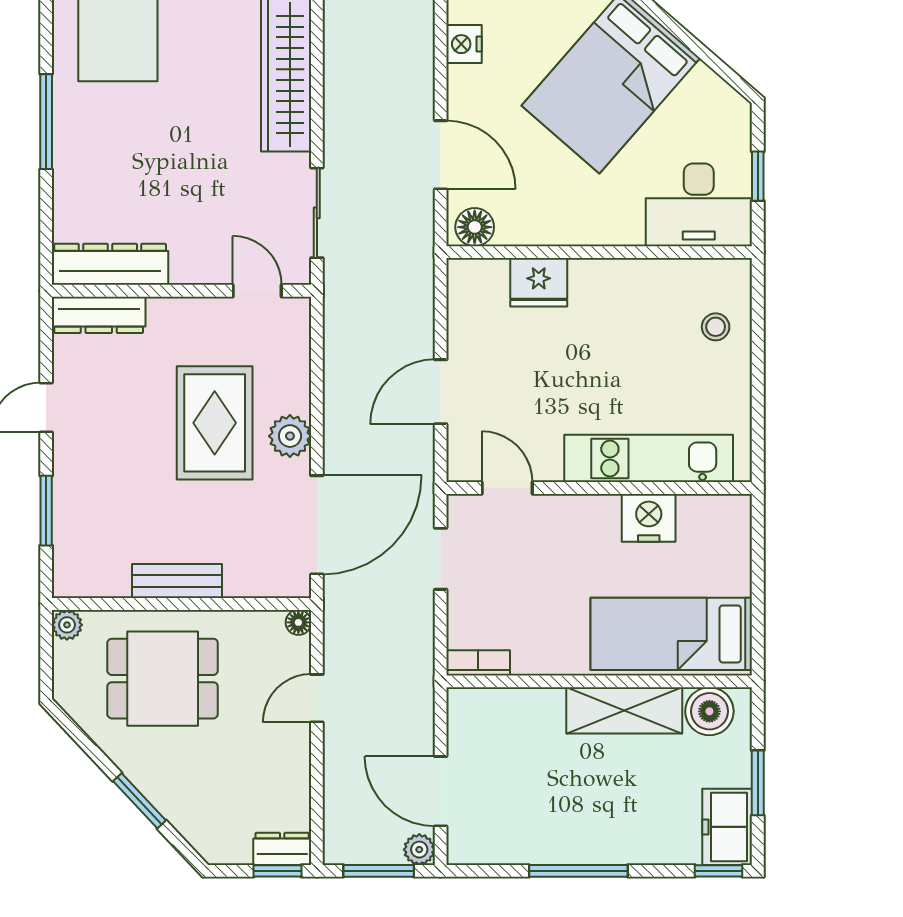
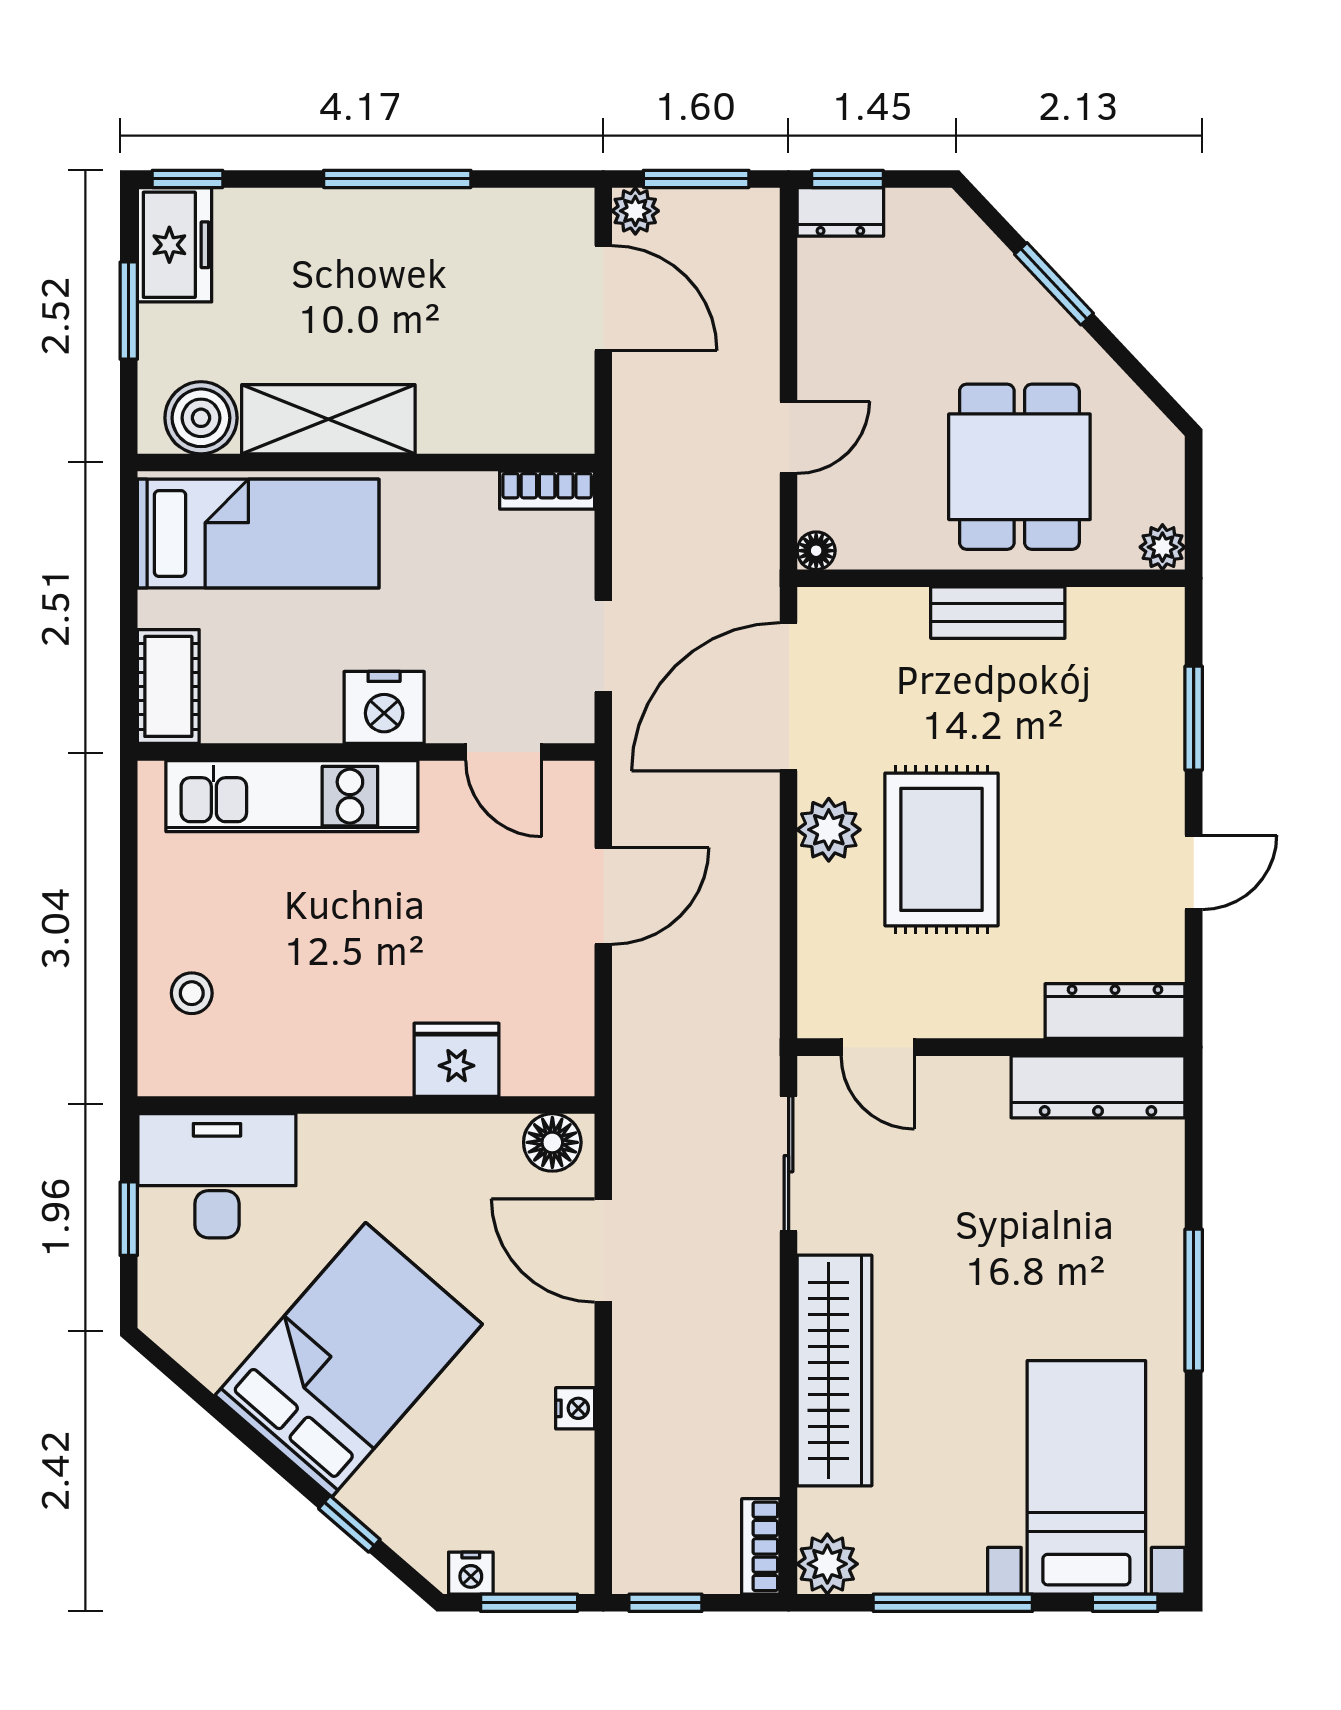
nightstand: (464, 44) -> (575, 1408), width x0.72, depth x0.74
nightstand: (649, 518) -> (384, 707), moved
cot: (731, 532) -> (168, 686), added
dining table: (163, 679) -> (1019, 467), turned 90

